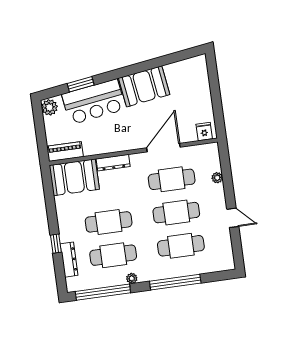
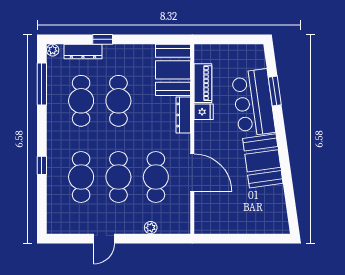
plant: (49, 107) -> (254, 53), removed
fridge: (204, 132) -> (204, 112), moved
piano: (65, 152) -> (203, 83), moved
plant: (132, 278) -> (53, 50), moved
window: (175, 282) -> (42, 165), width x0.32
window: (103, 292) -> (42, 84), width x0.68

